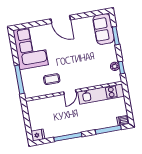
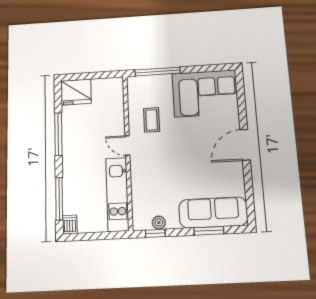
sofa: (103, 29) -> (213, 212), width x1.36
fridge: (38, 135) -> (76, 92), width x1.88, depth x1.34

